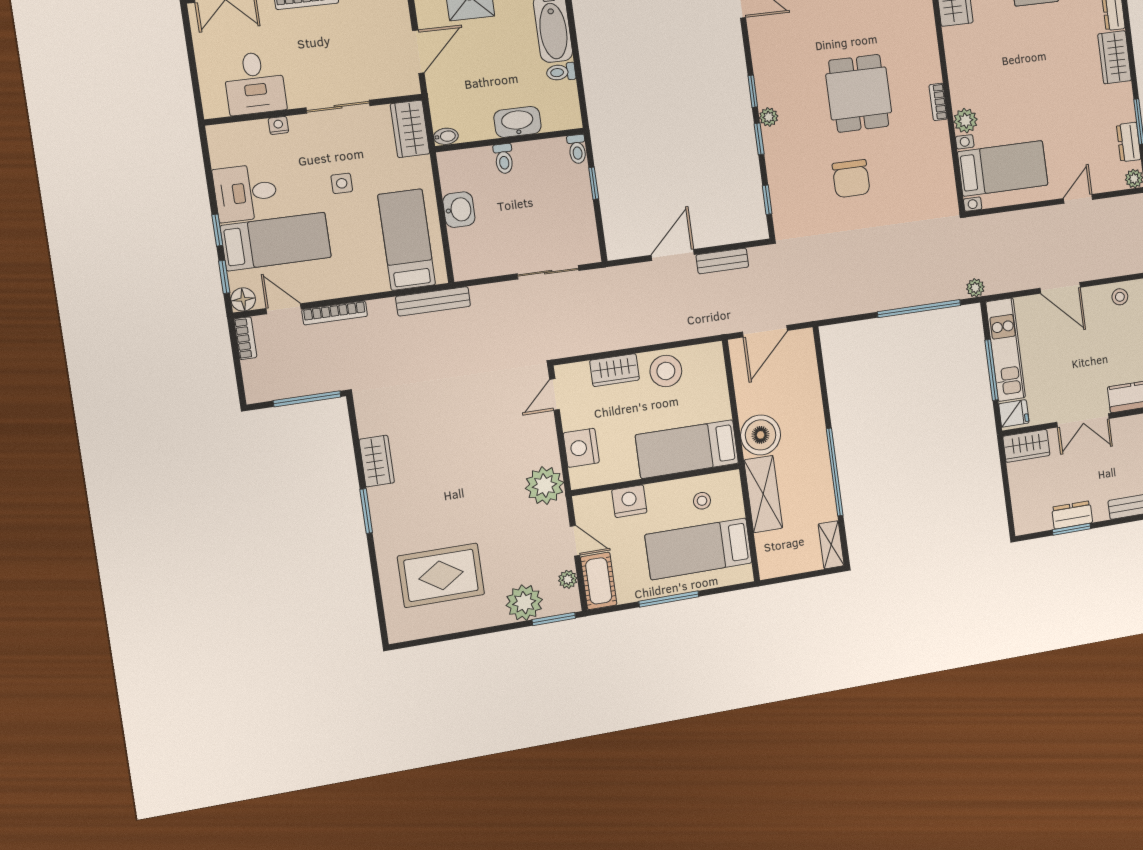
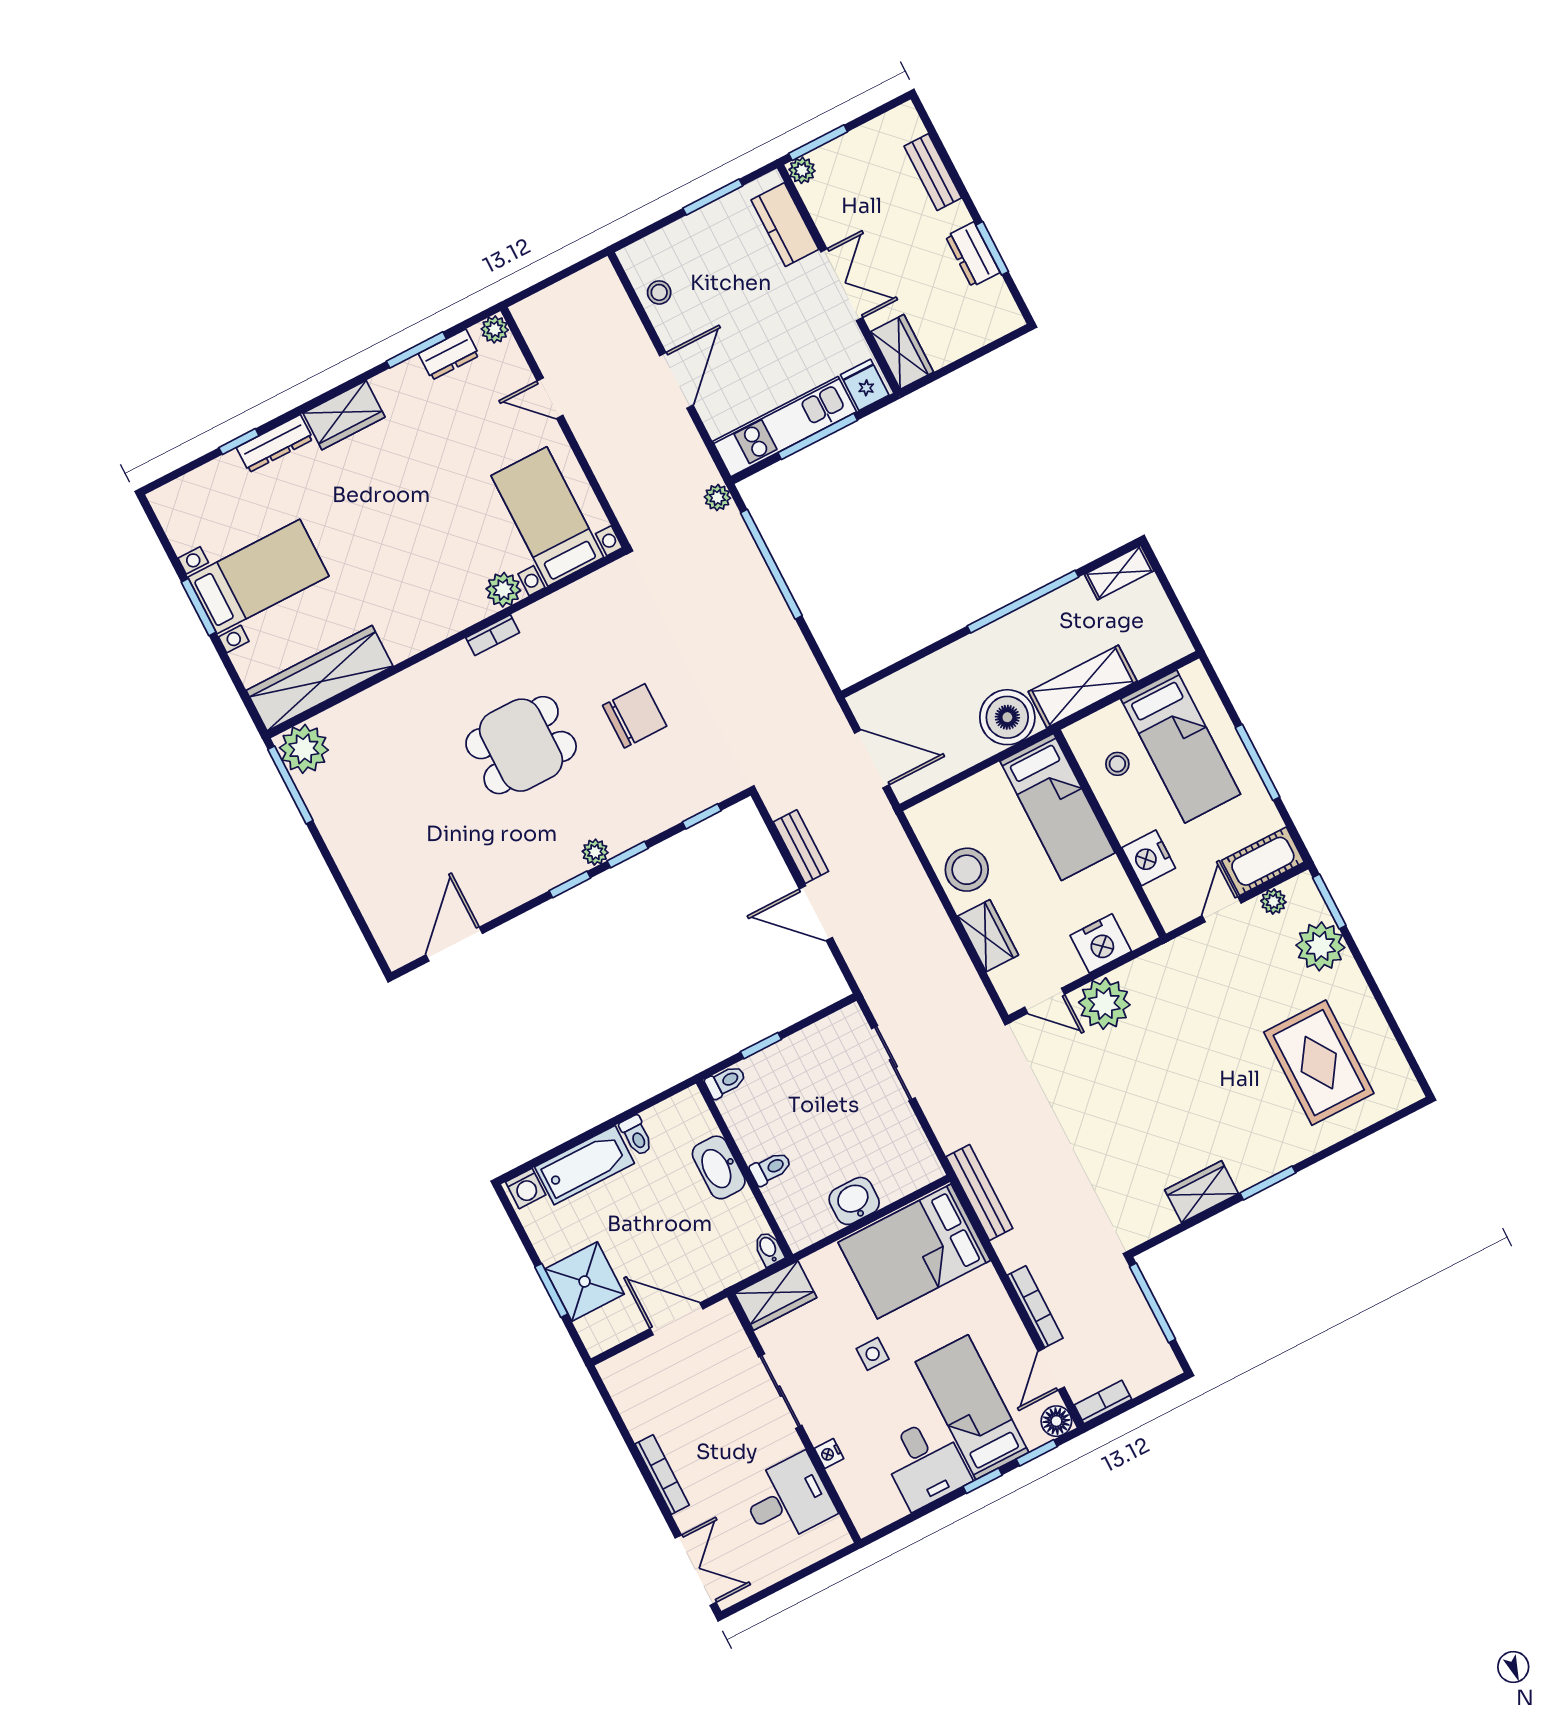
bed: (407, 240) -> (914, 1251), width x1.50
plant: (545, 486) -> (1104, 1004), moved

